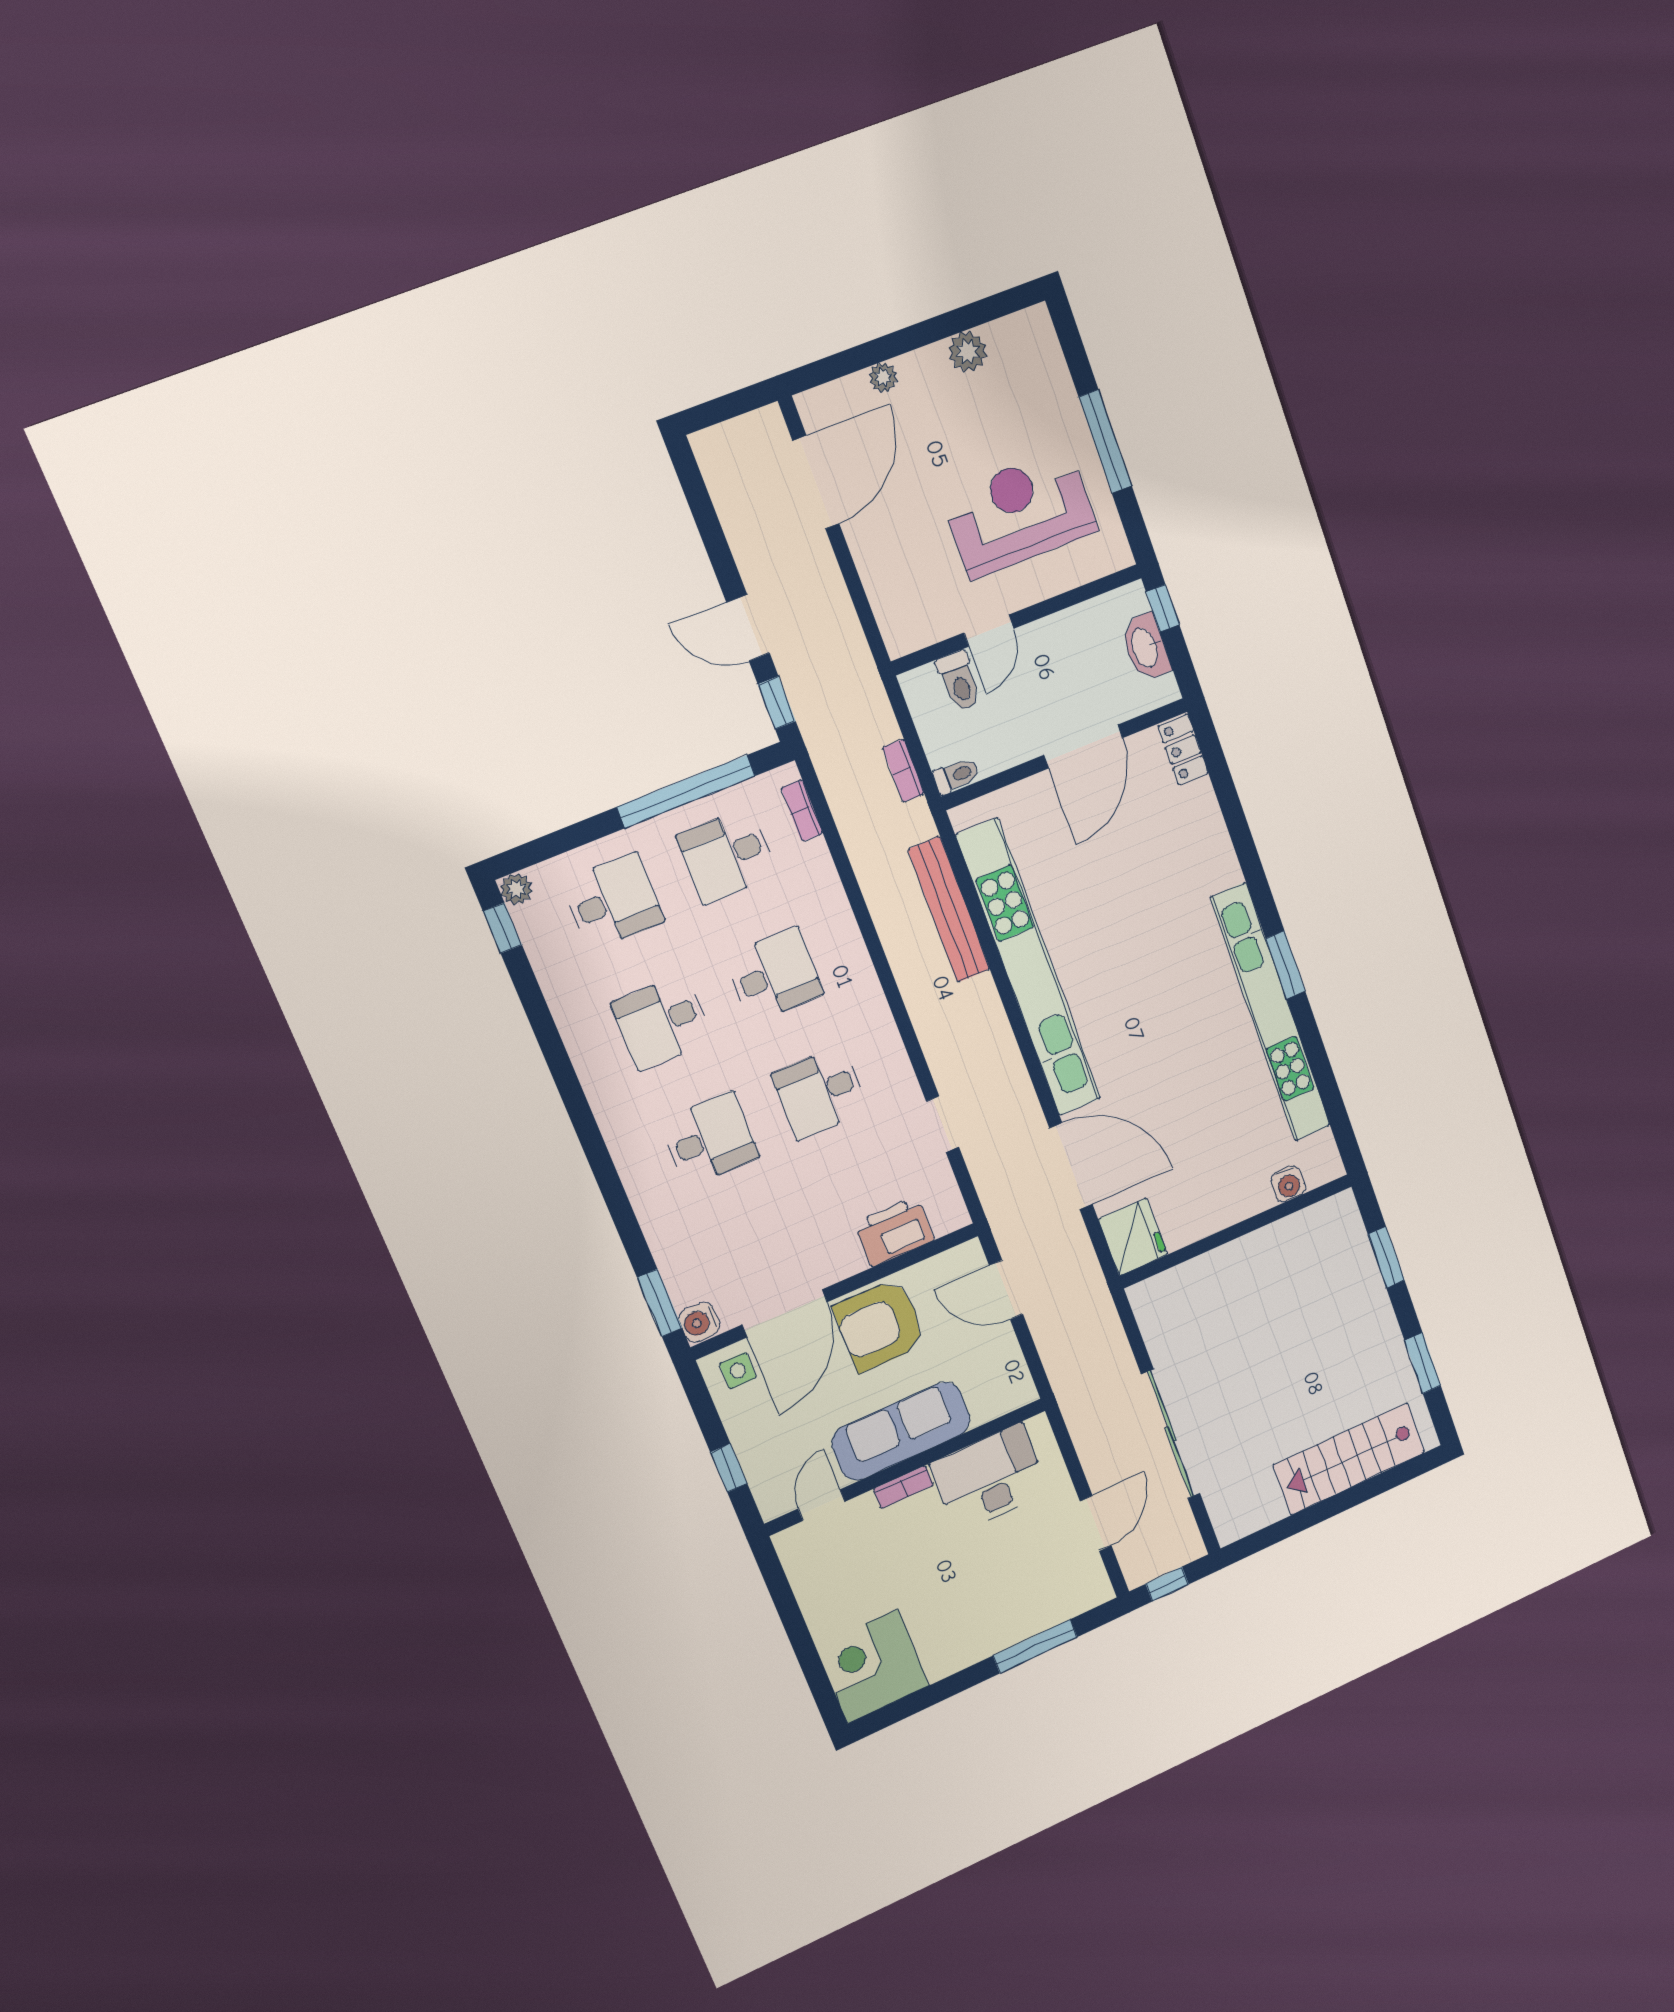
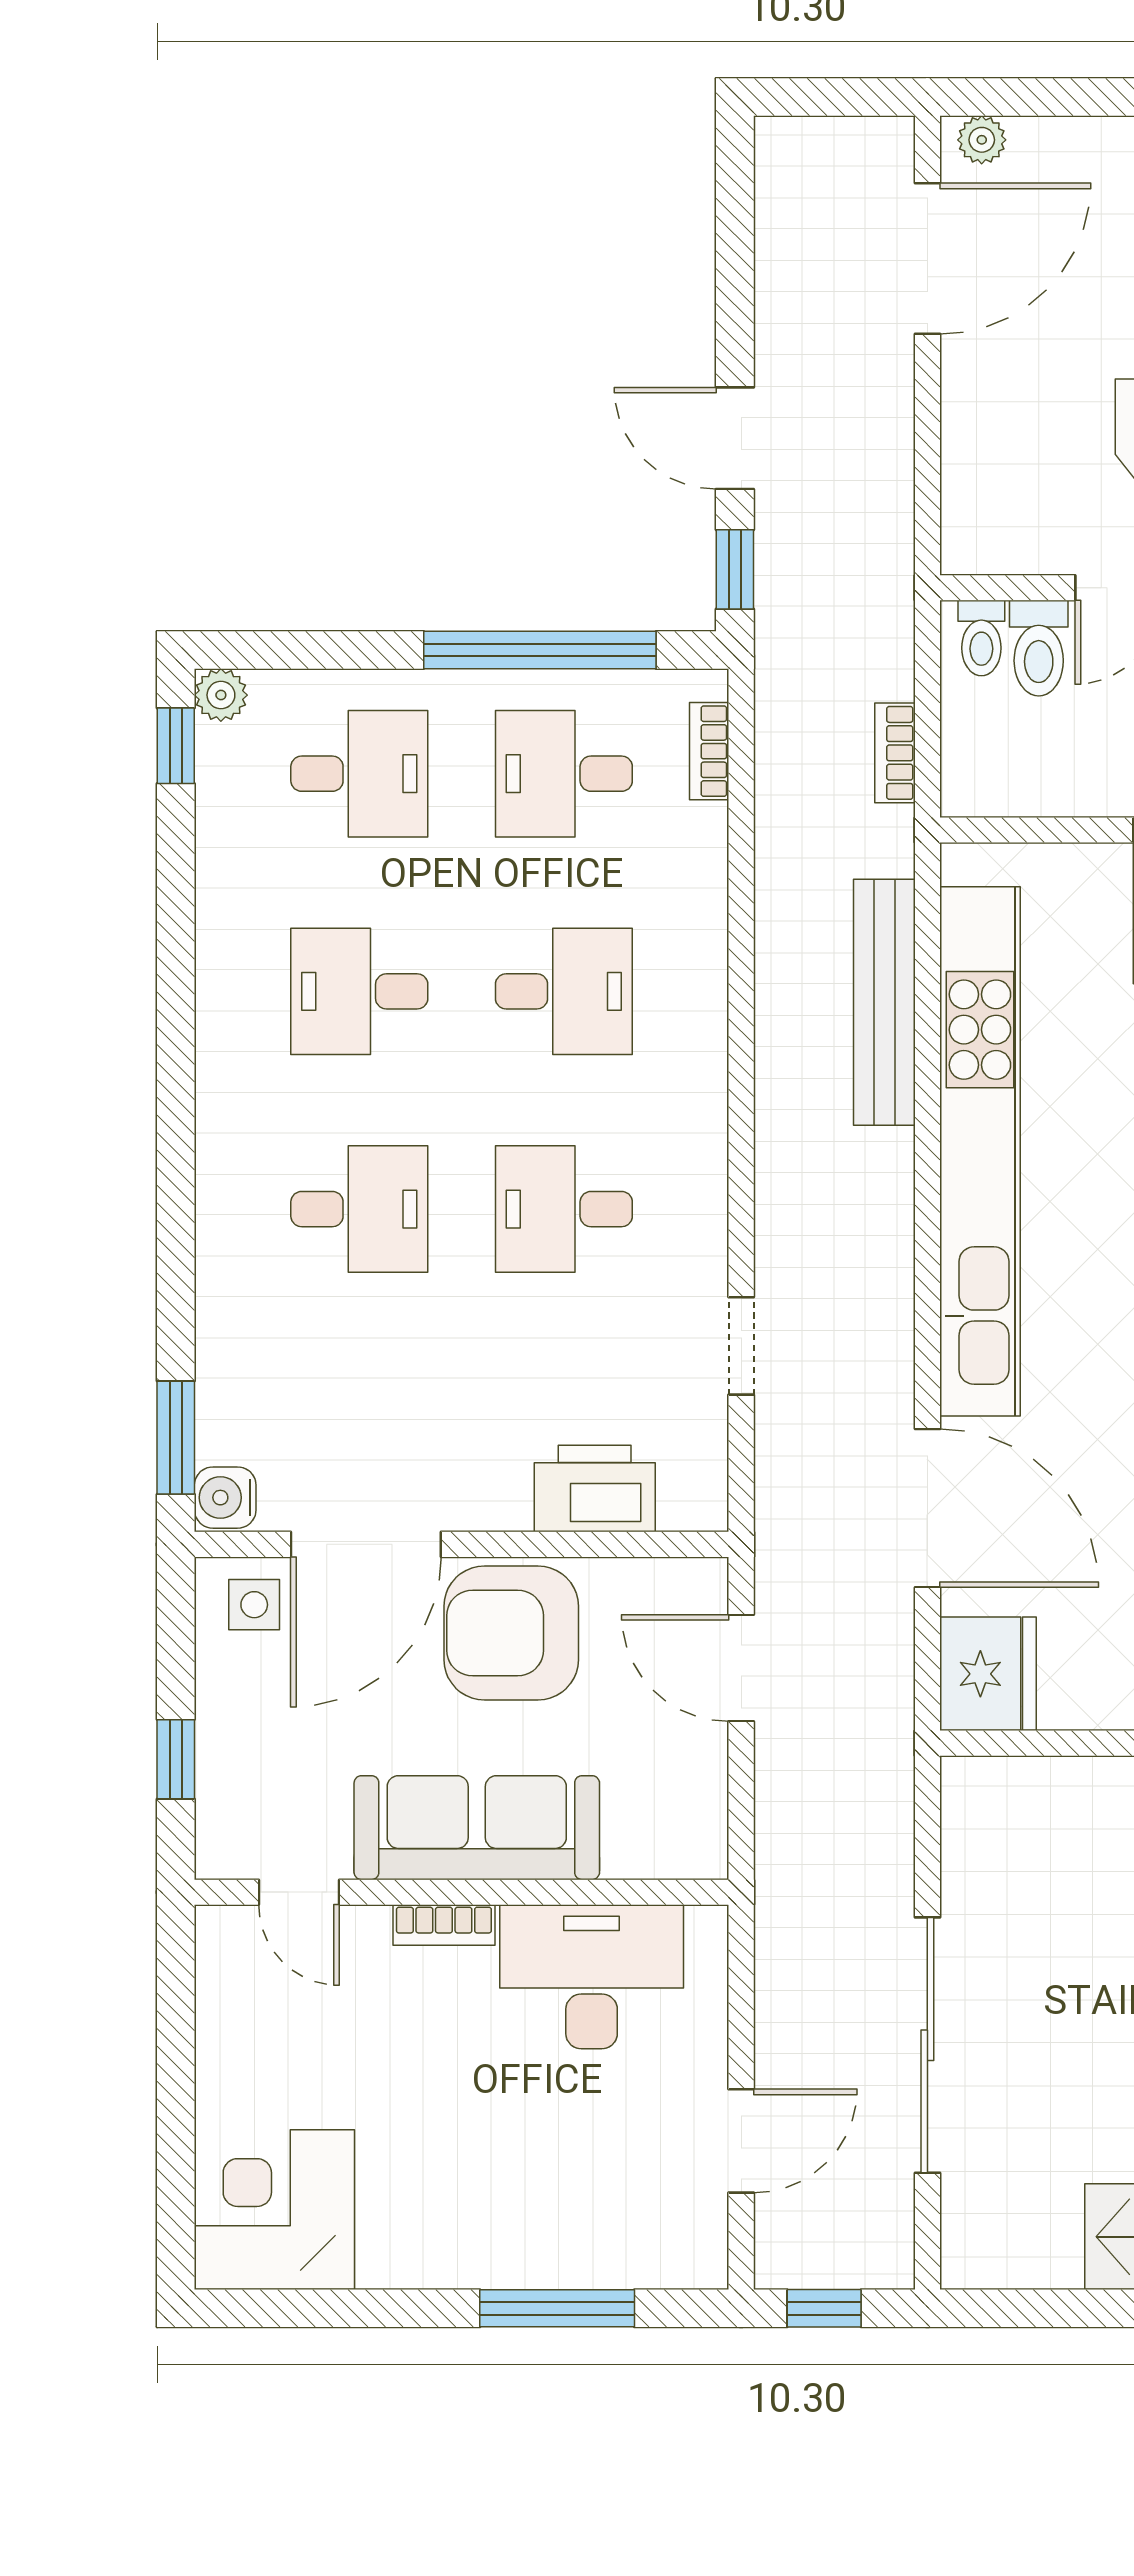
plant: (883, 377) -> (982, 140), moved
toilet: (956, 776) -> (981, 638), moved, turned 90
door: (822, 1505) -> (299, 1892), swing flipped

